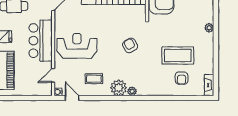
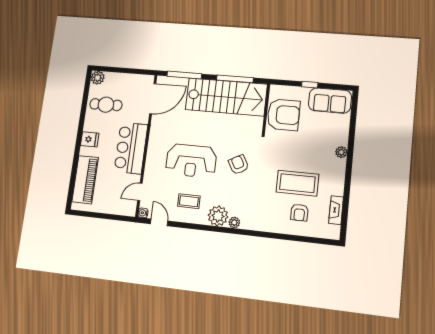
reception desk: (77, 46) -> (191, 161), moved, turned 180
fireplace: (209, 85) -> (336, 210), moved

